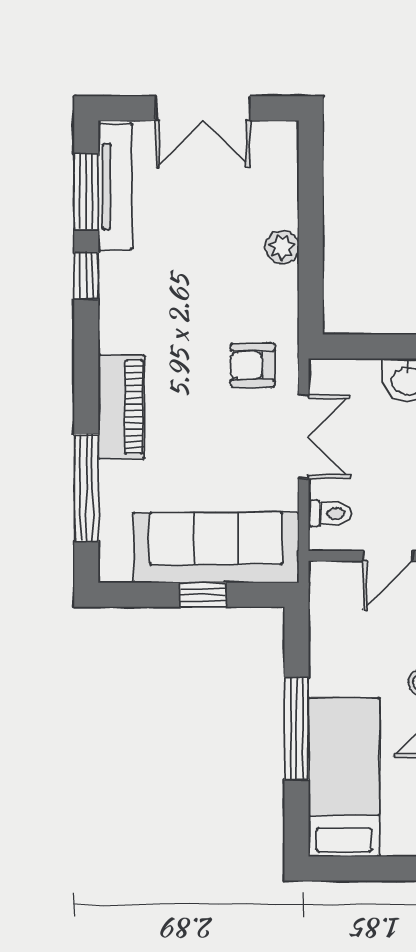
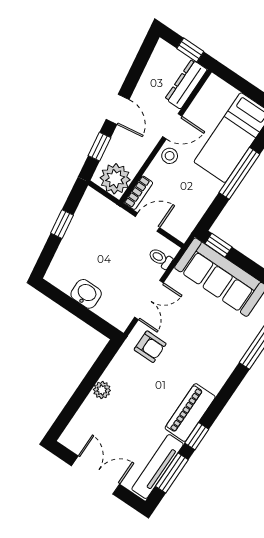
piano: (121, 407) -> (190, 413), moved
double door: (304, 437) -> (149, 300), swing flipped
window: (203, 595) -> (218, 245), moved

